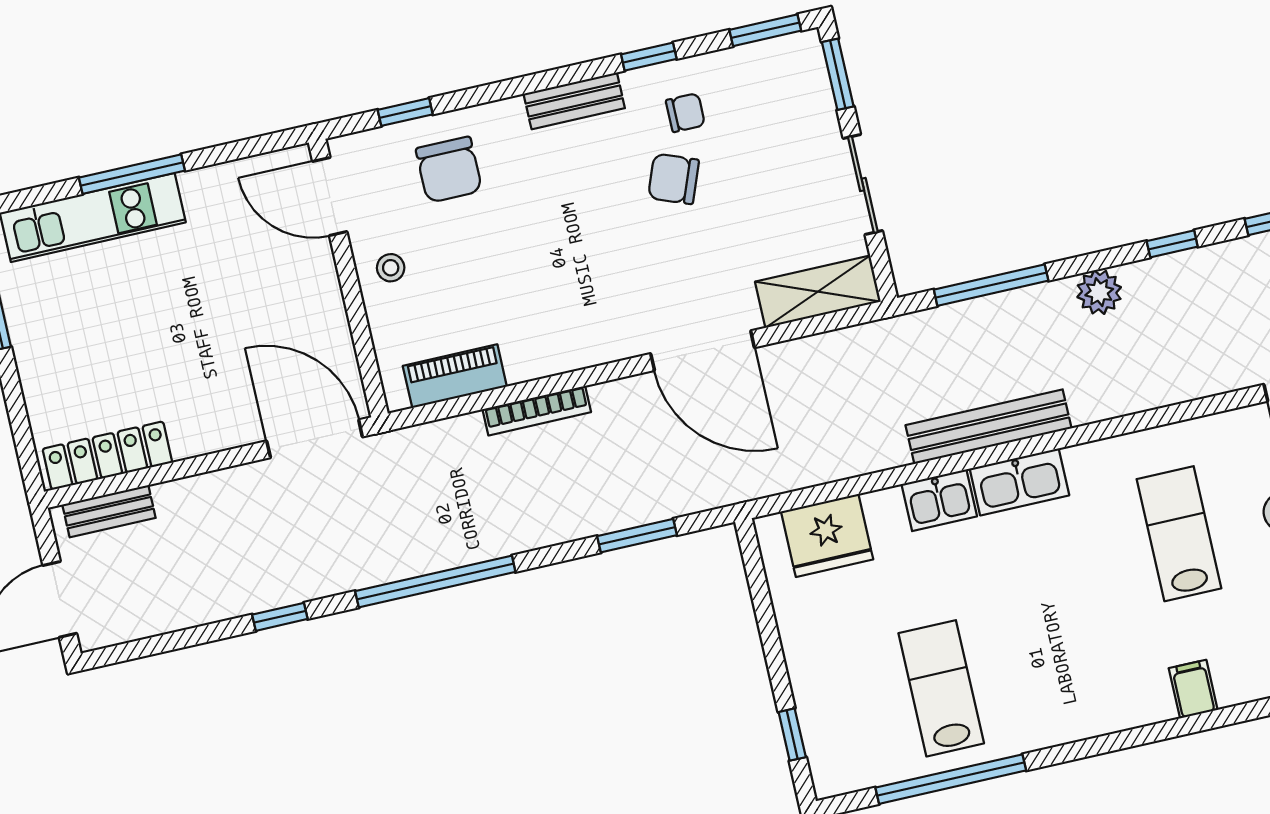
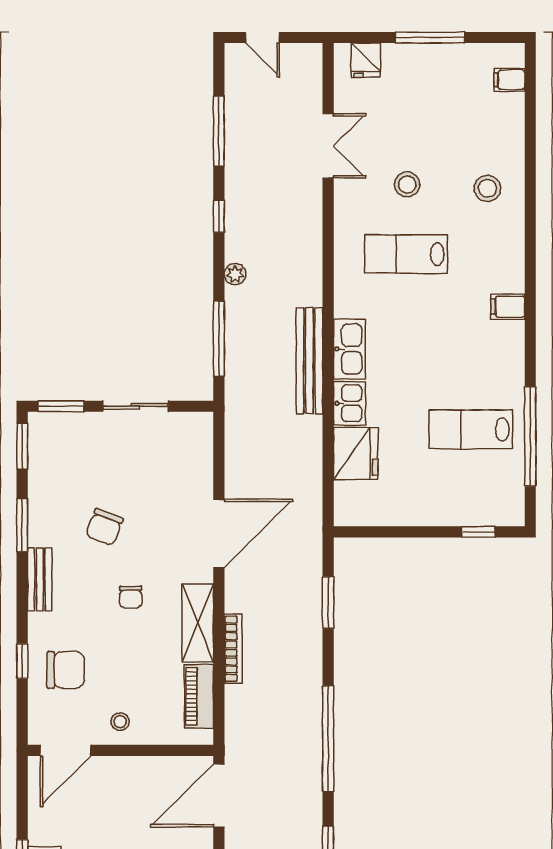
window: (649, 57) -> (22, 525), width x1.50
window: (405, 112) -> (22, 661), moved
chair: (685, 113) -> (131, 597), moved, turned 180
shelving: (818, 292) -> (198, 623), moved
plant: (1099, 292) -> (235, 274), width x0.73, depth x0.73
fridge: (827, 535) -> (356, 454), moved
filing cabinet: (1193, 689) -> (508, 307), moved

